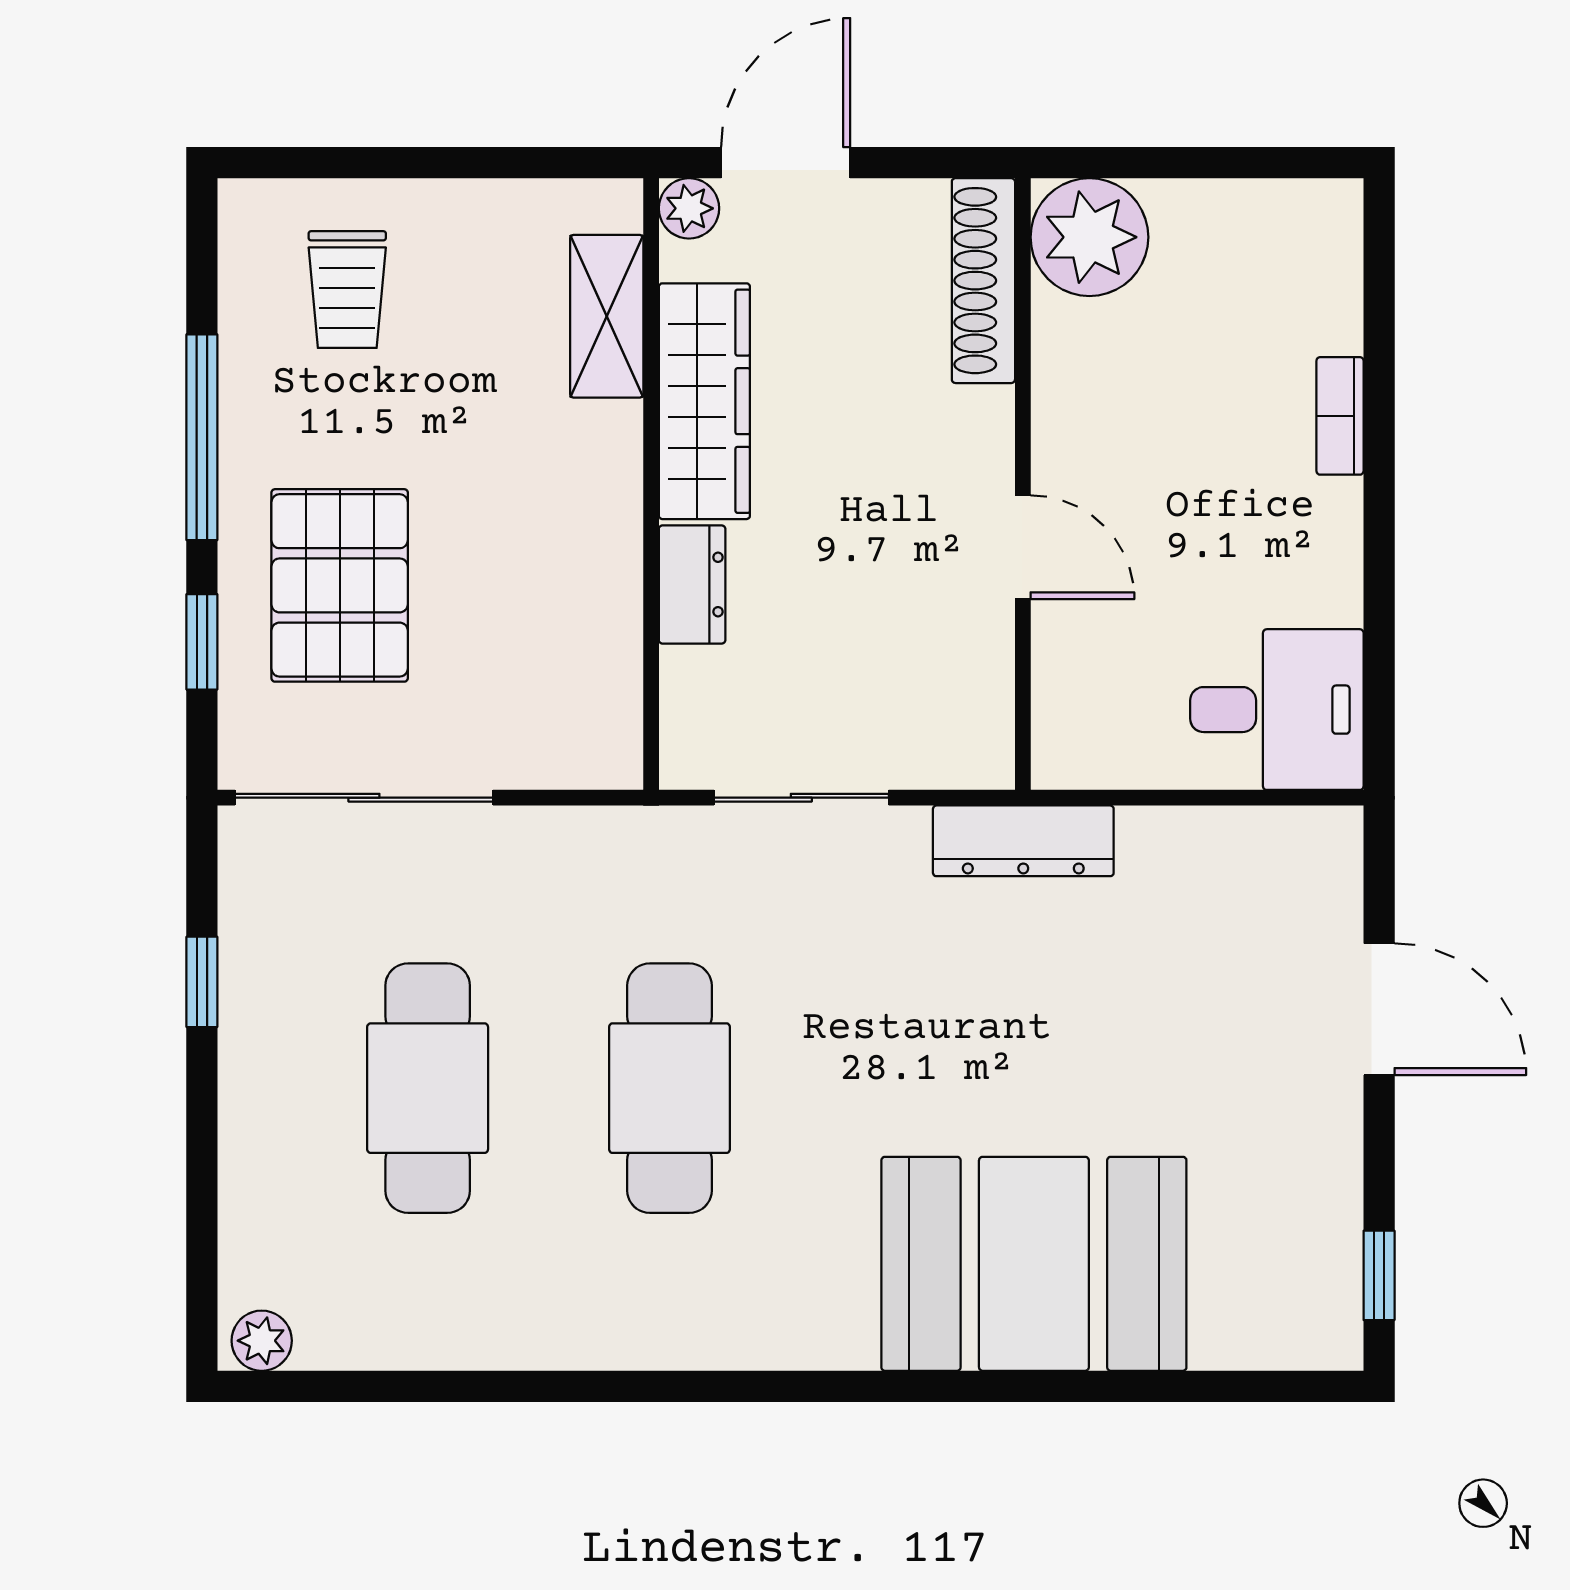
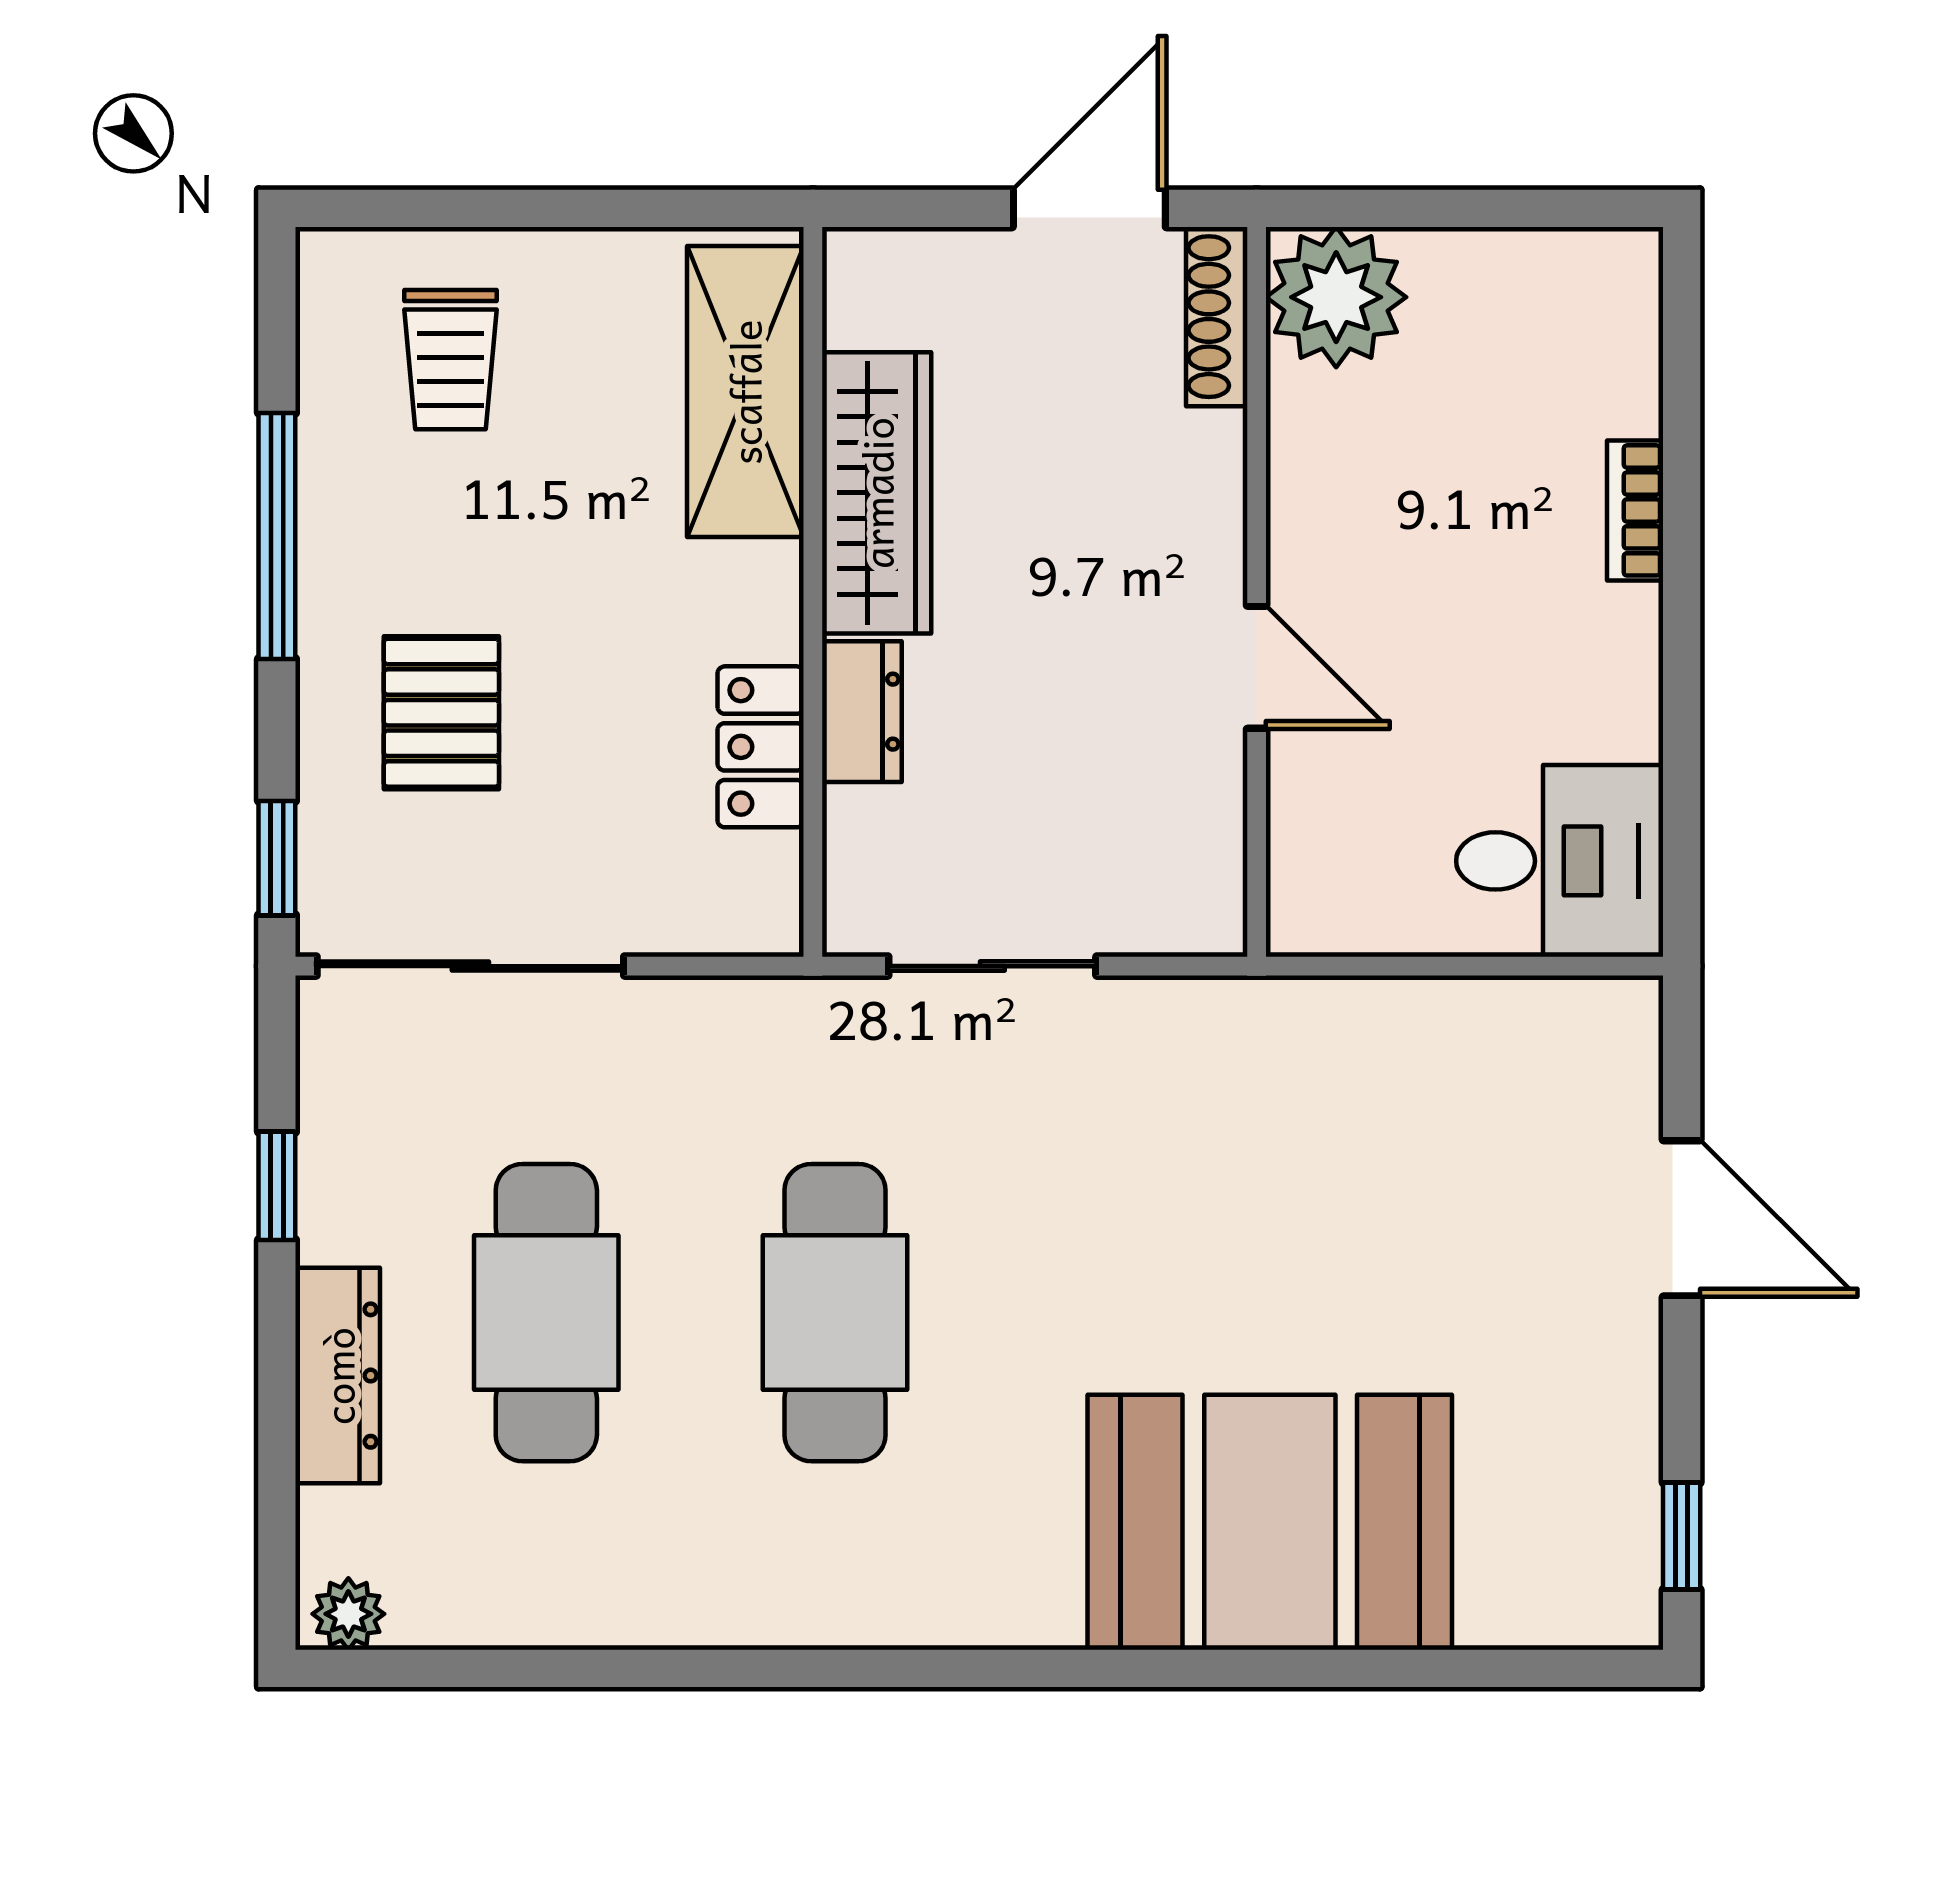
door: (786, 163) -> (1089, 208), moved
plant: (689, 208) -> (858, 263), removed
shoe rack: (983, 281) -> (1217, 317), width x0.74, depth x0.81
shelving: (607, 316) -> (745, 392), width x1.50, depth x1.33
pallet: (340, 585) -> (441, 713), width x0.67, depth x0.71
locker: (607, 614) -> (761, 747), added
window: (202, 642) -> (277, 858), moved
dresser: (1023, 841) -> (338, 1376), moved, turned -90

